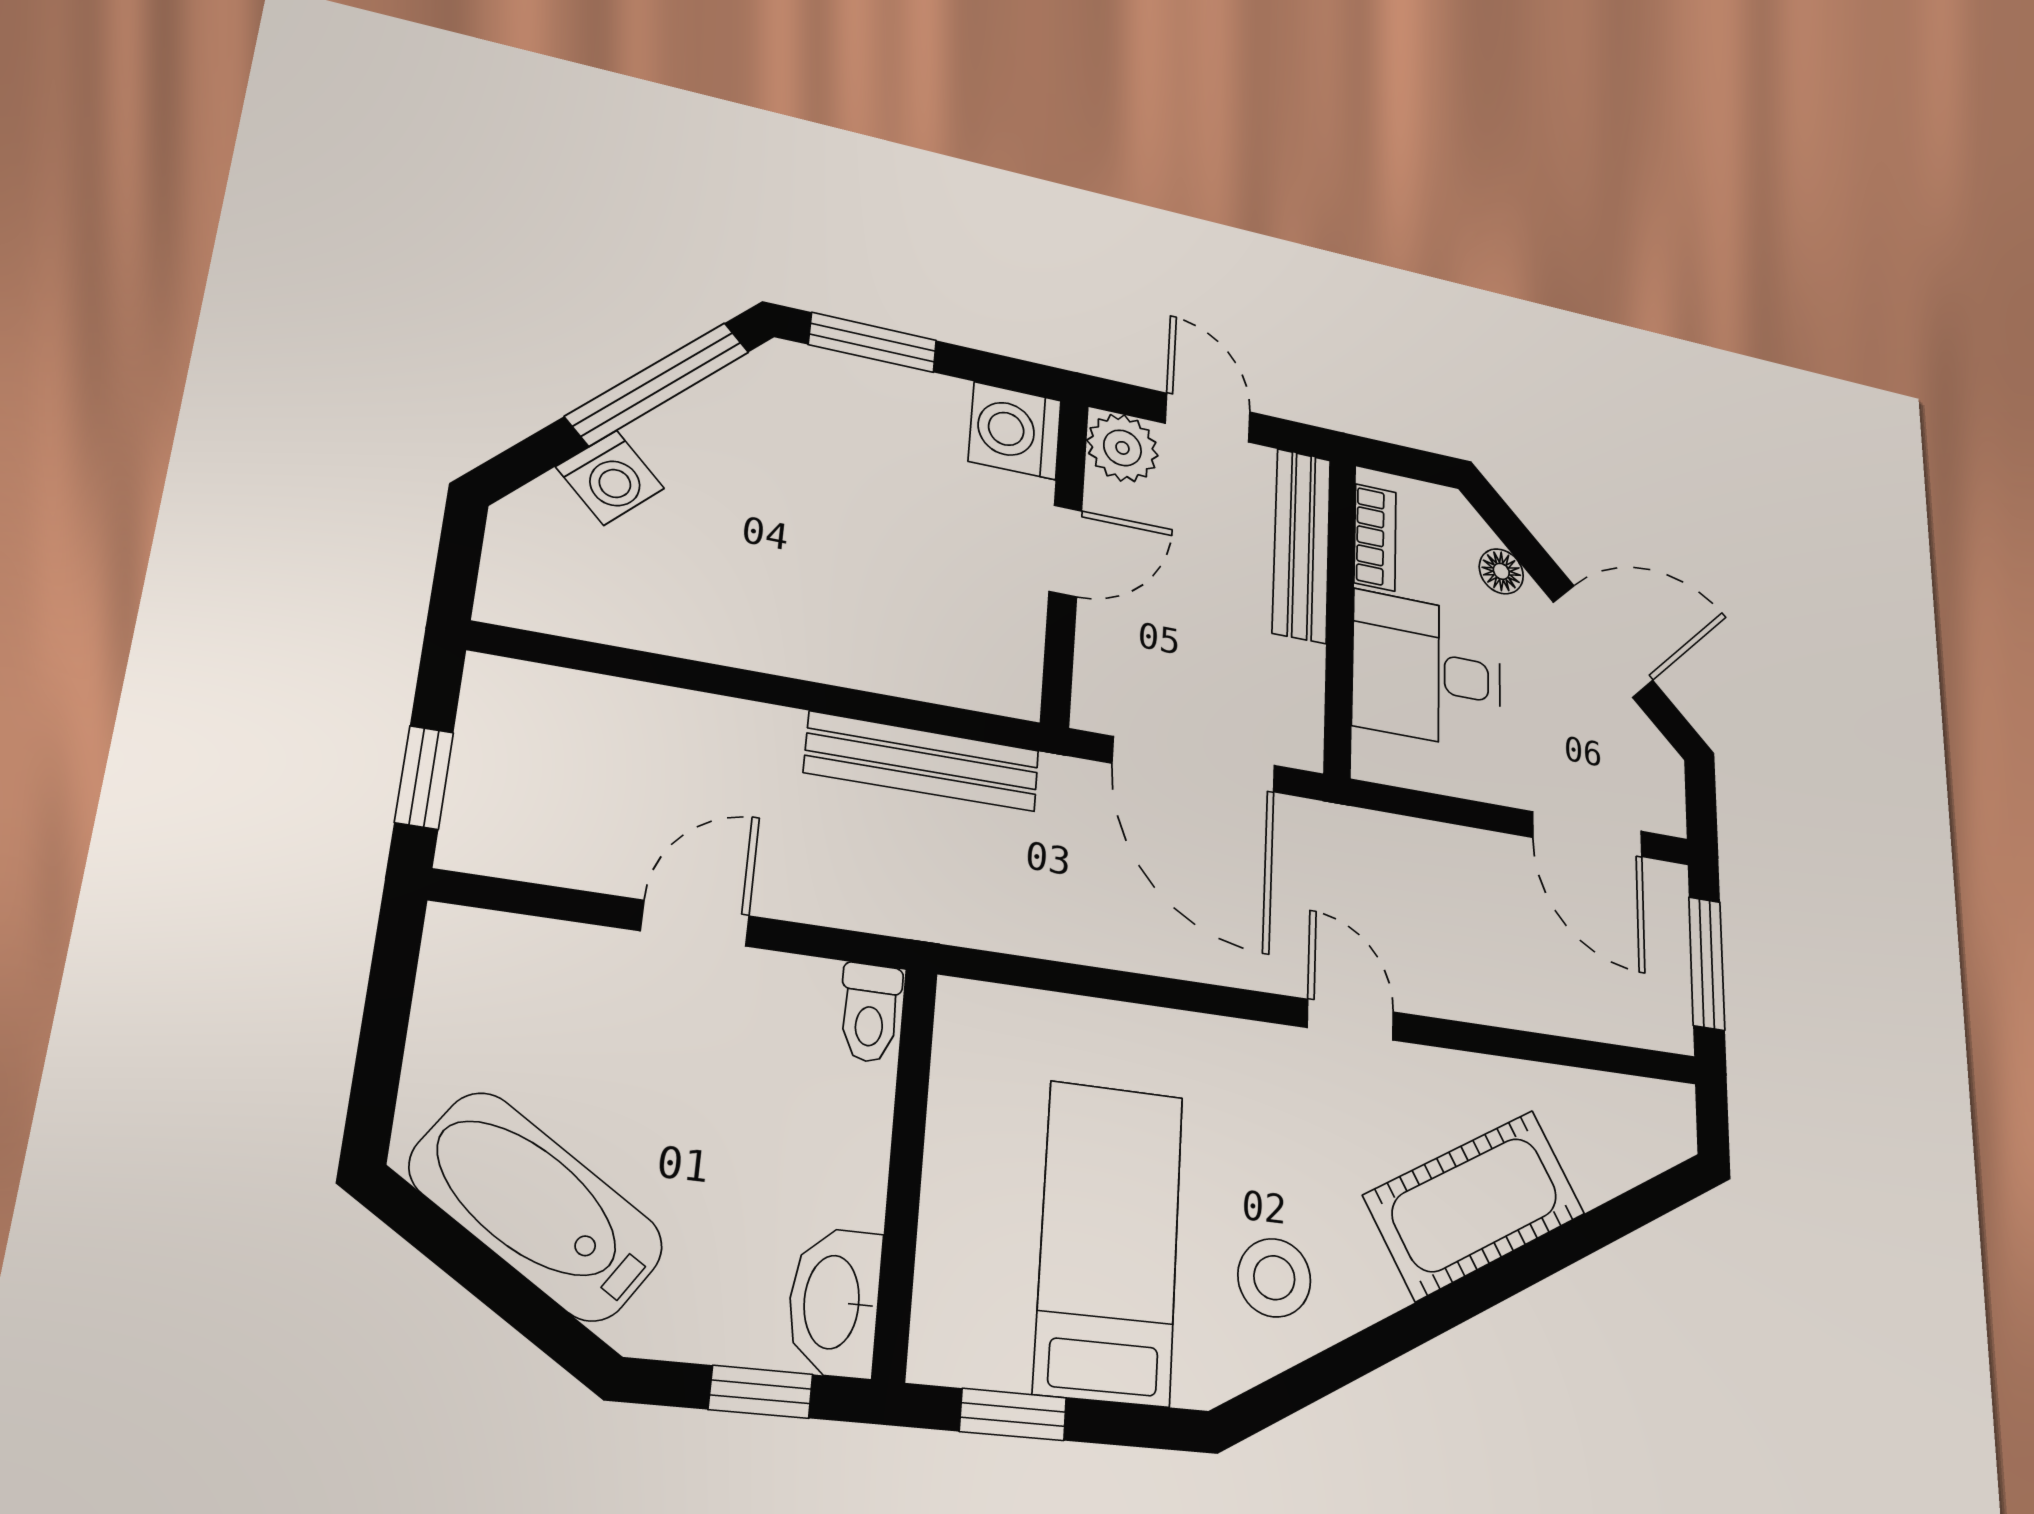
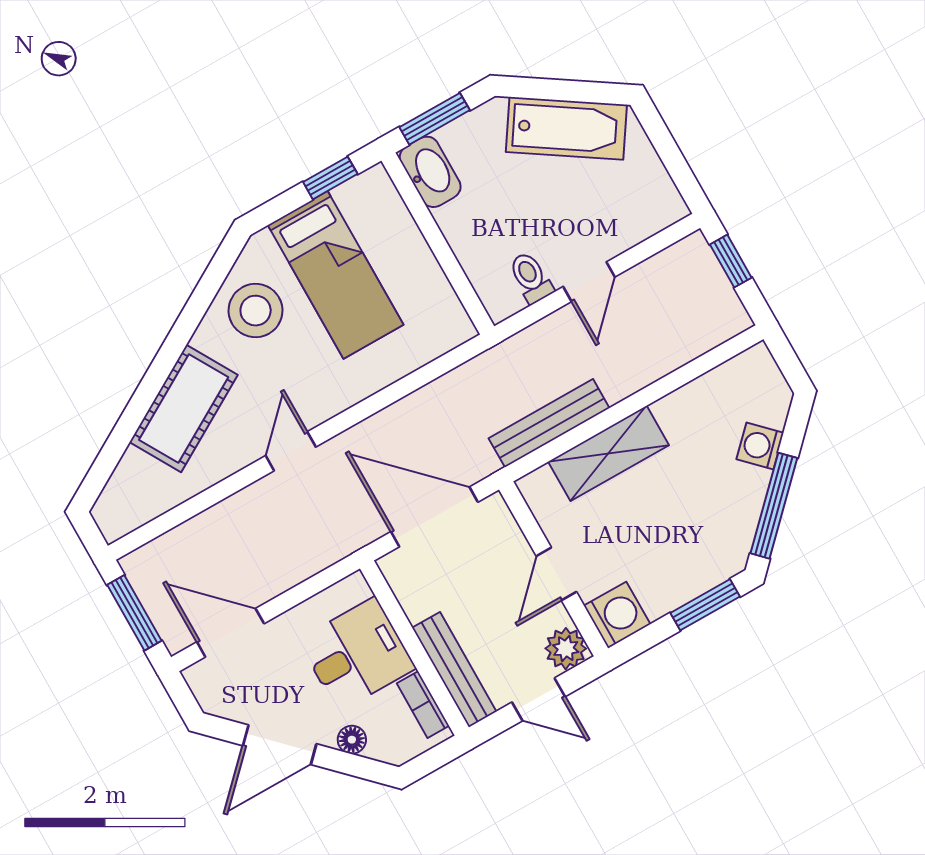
shelving: (861, 649) -> (609, 453), added
toilet: (870, 1013) -> (531, 278), moved
door: (1350, 1020) -> (291, 451), swing flipped
stool: (1274, 1278) -> (256, 311), width x1.38, depth x1.38
window: (761, 1392) -> (435, 119), width x1.50

